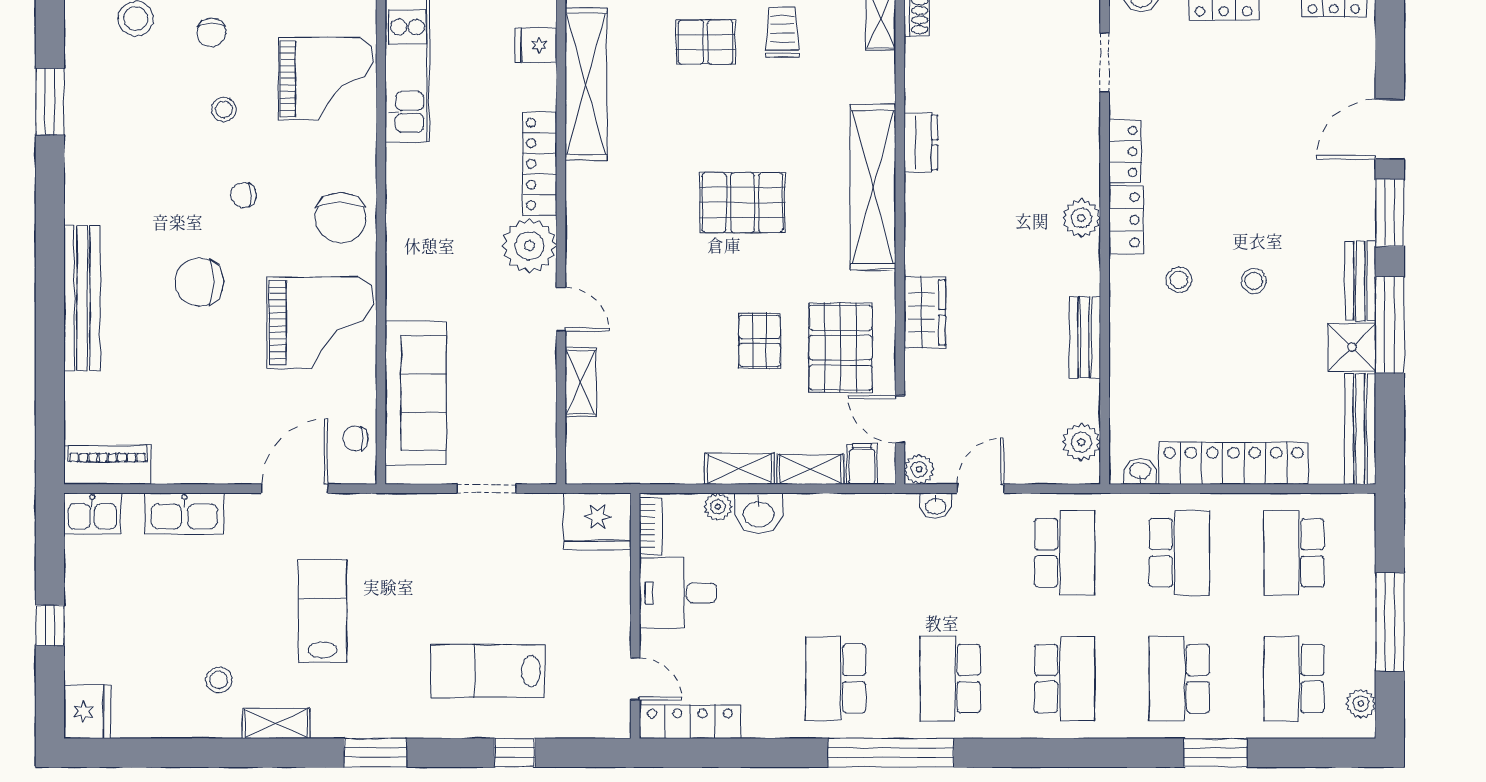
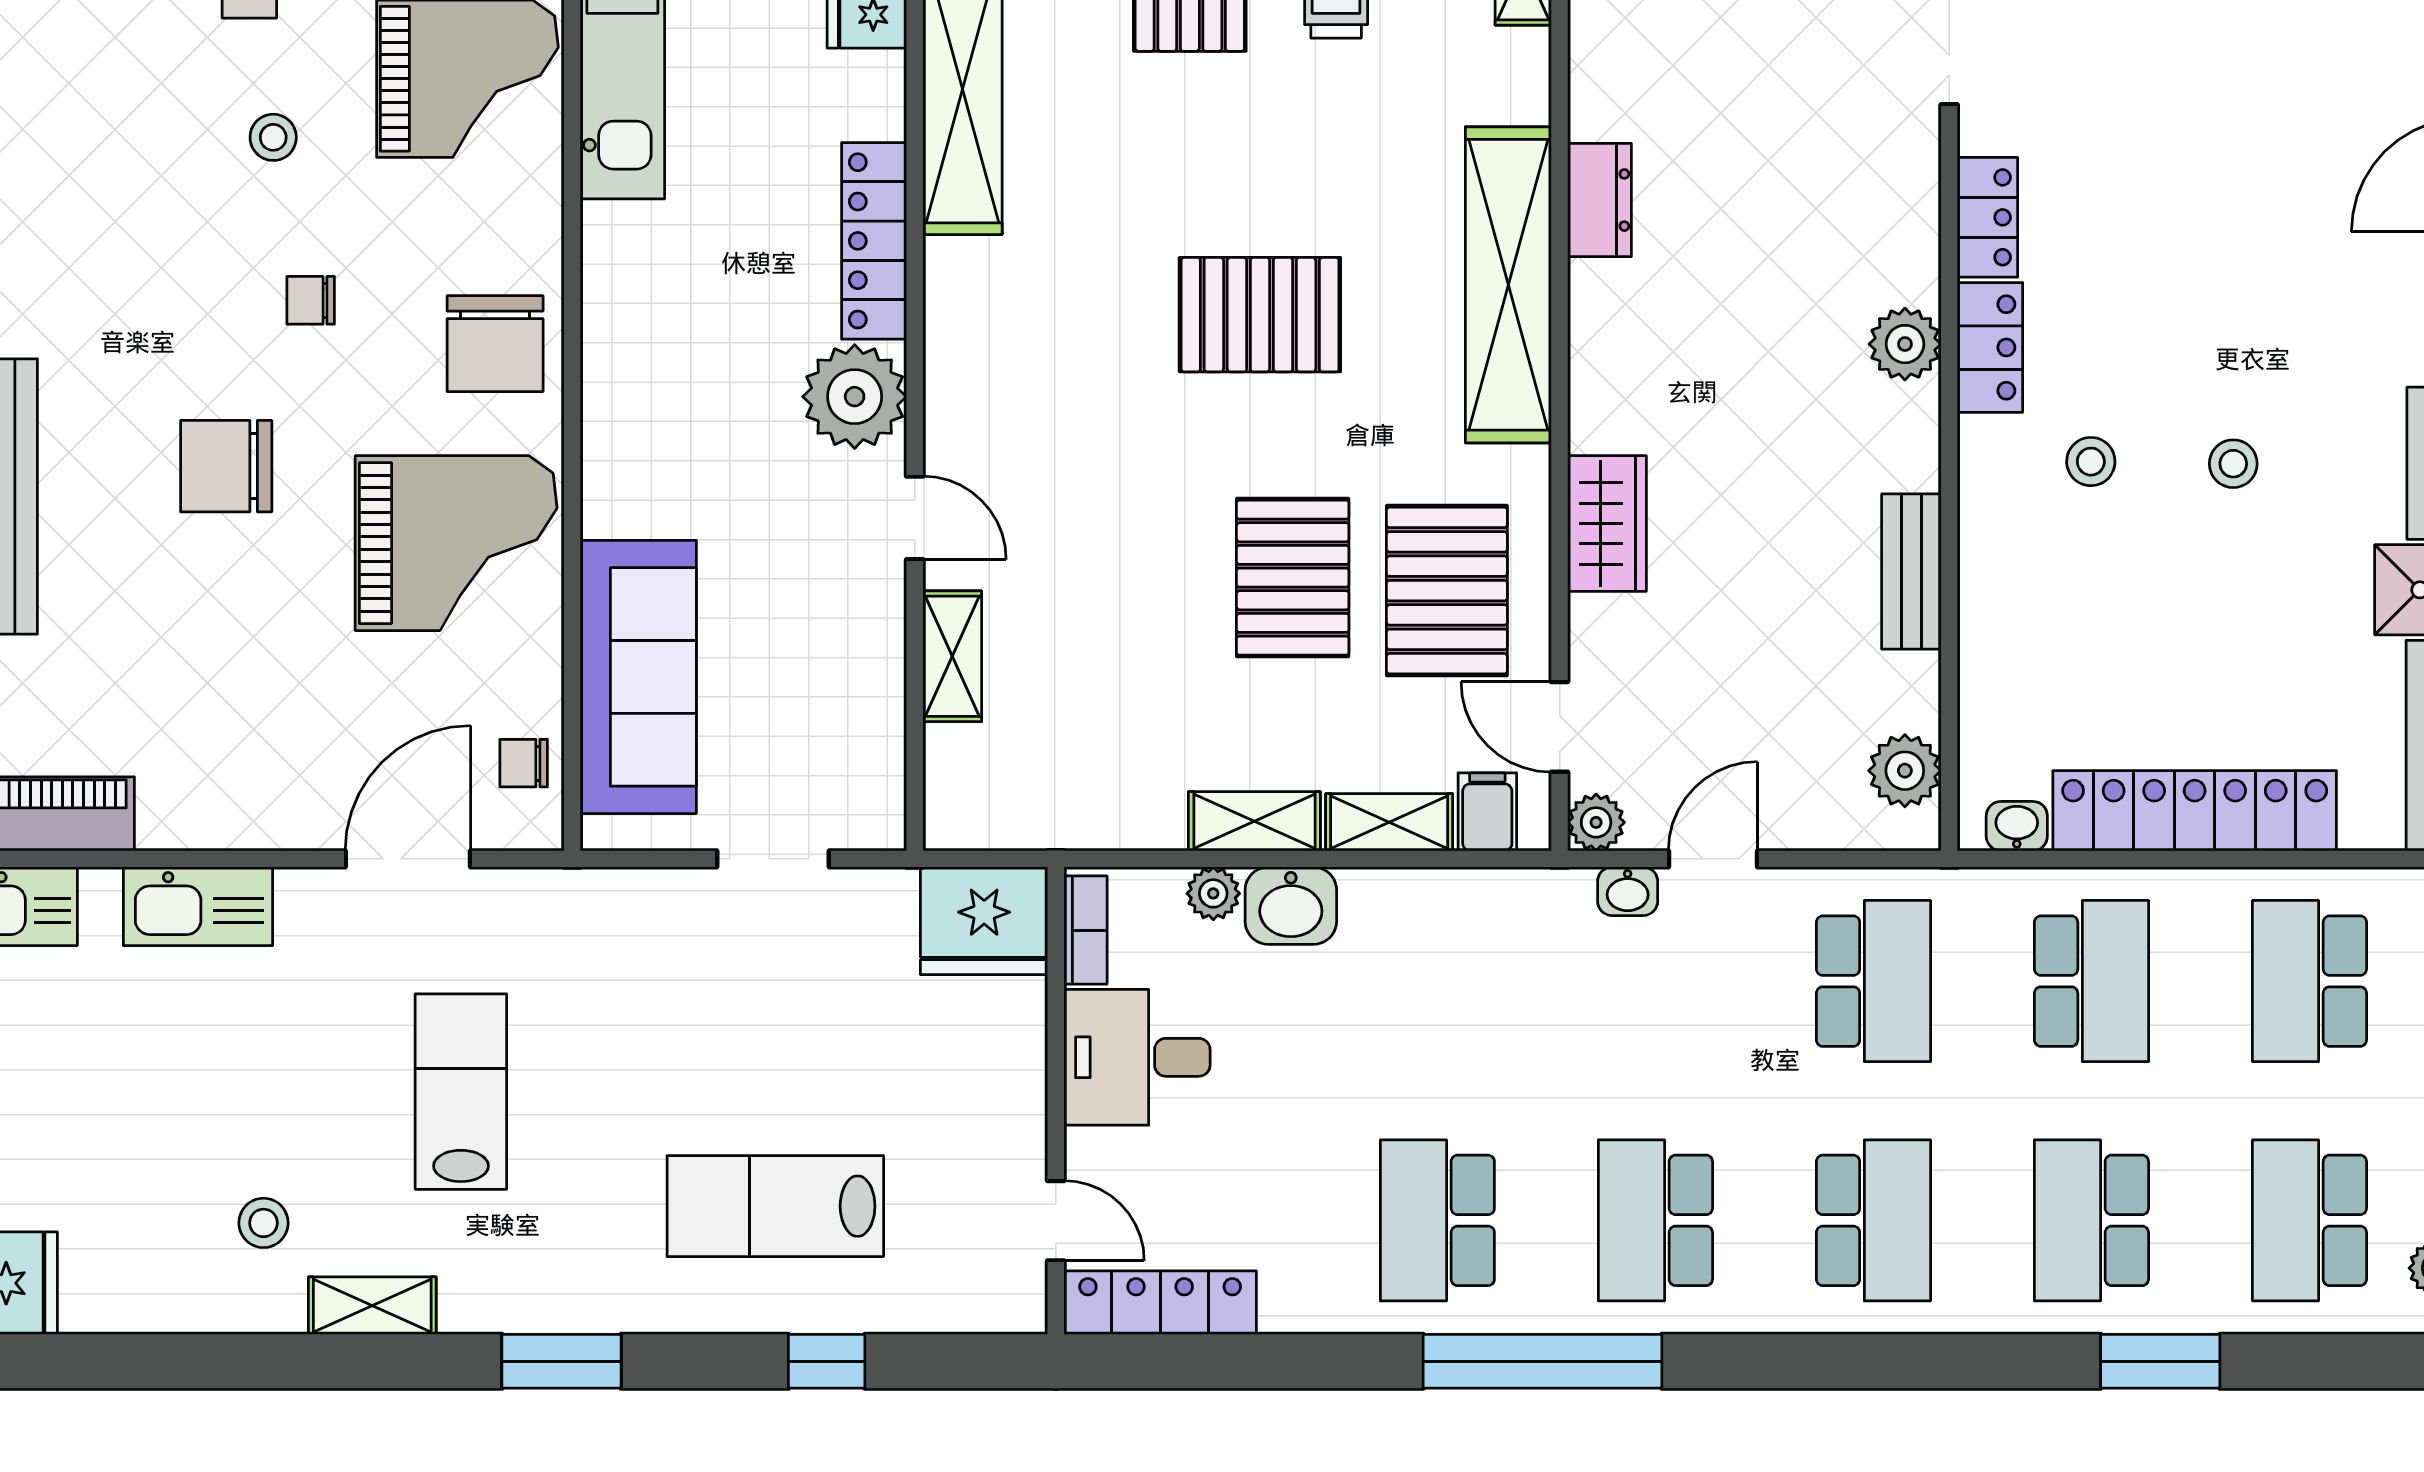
pallet: (760, 341) -> (1293, 578), width x1.50, depth x1.42

